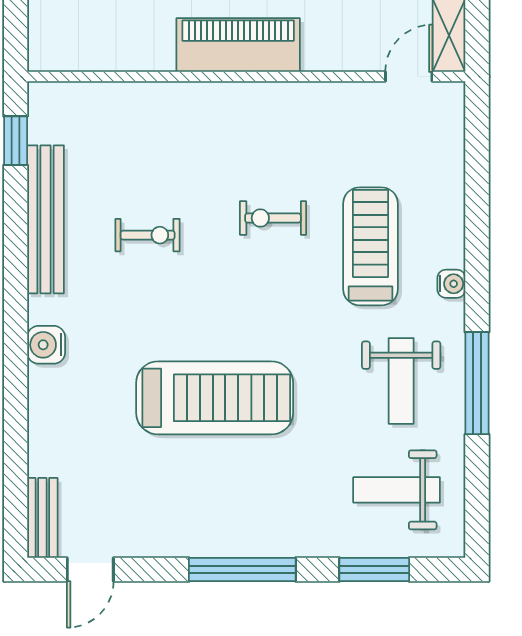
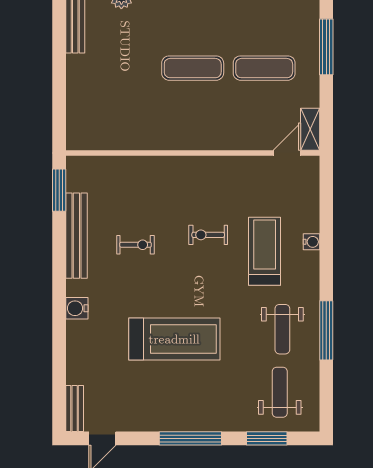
piano: (238, 45) -> (188, 135), removed
window: (16, 141) -> (59, 190), width x1.50
water cooler: (451, 284) -> (311, 242), moved
weight bench: (397, 490) -> (280, 392), turned 90

